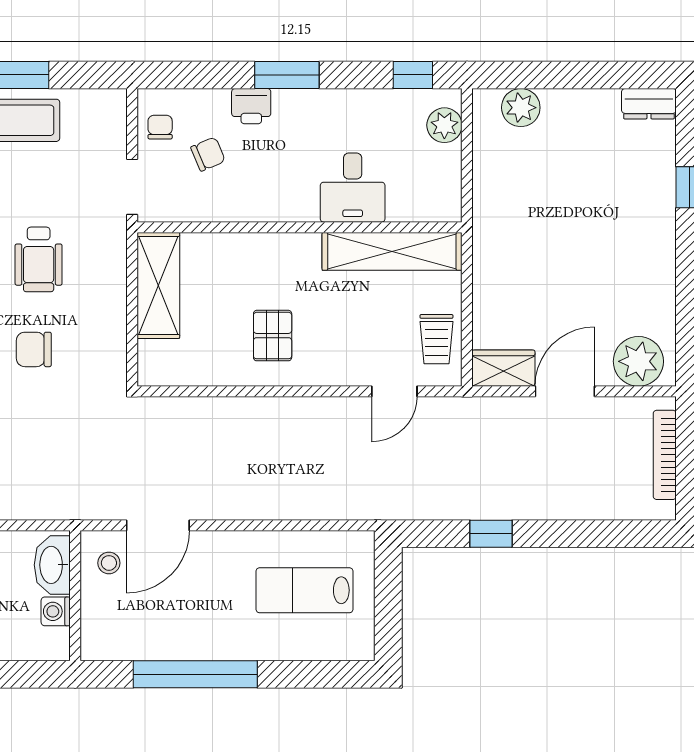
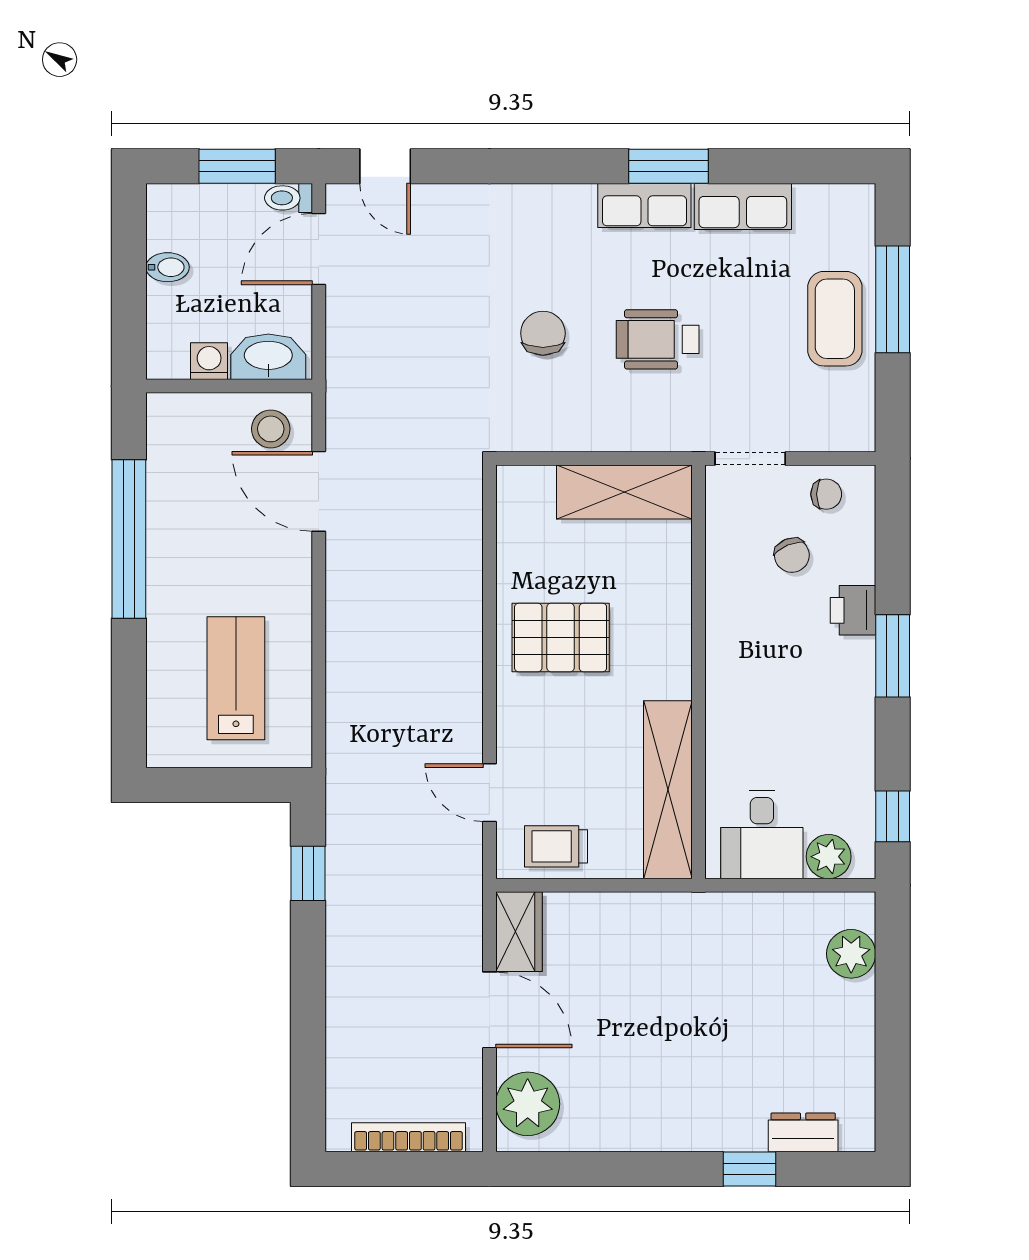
dresser: (649, 104) -> (803, 1132), moved, turned 90
desk: (353, 188) -> (762, 835), moved, turned -90
pallet: (273, 336) -> (561, 638), width x1.50, depth x1.42
window: (491, 534) -> (308, 873), moved
stool: (109, 563) -> (271, 429), width x1.37, depth x1.37

